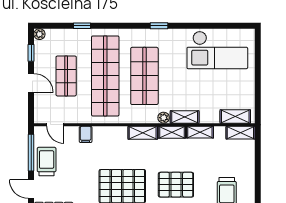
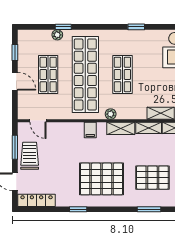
plant: (39, 34) -> (57, 35), moved
shop shelf: (144, 76) -> (122, 74), width x0.70, depth x0.74
plant: (164, 118) -> (111, 114), moved
filing cabinet: (86, 134) -> (90, 130), moved
window: (31, 153) -> (15, 147), width x0.69

